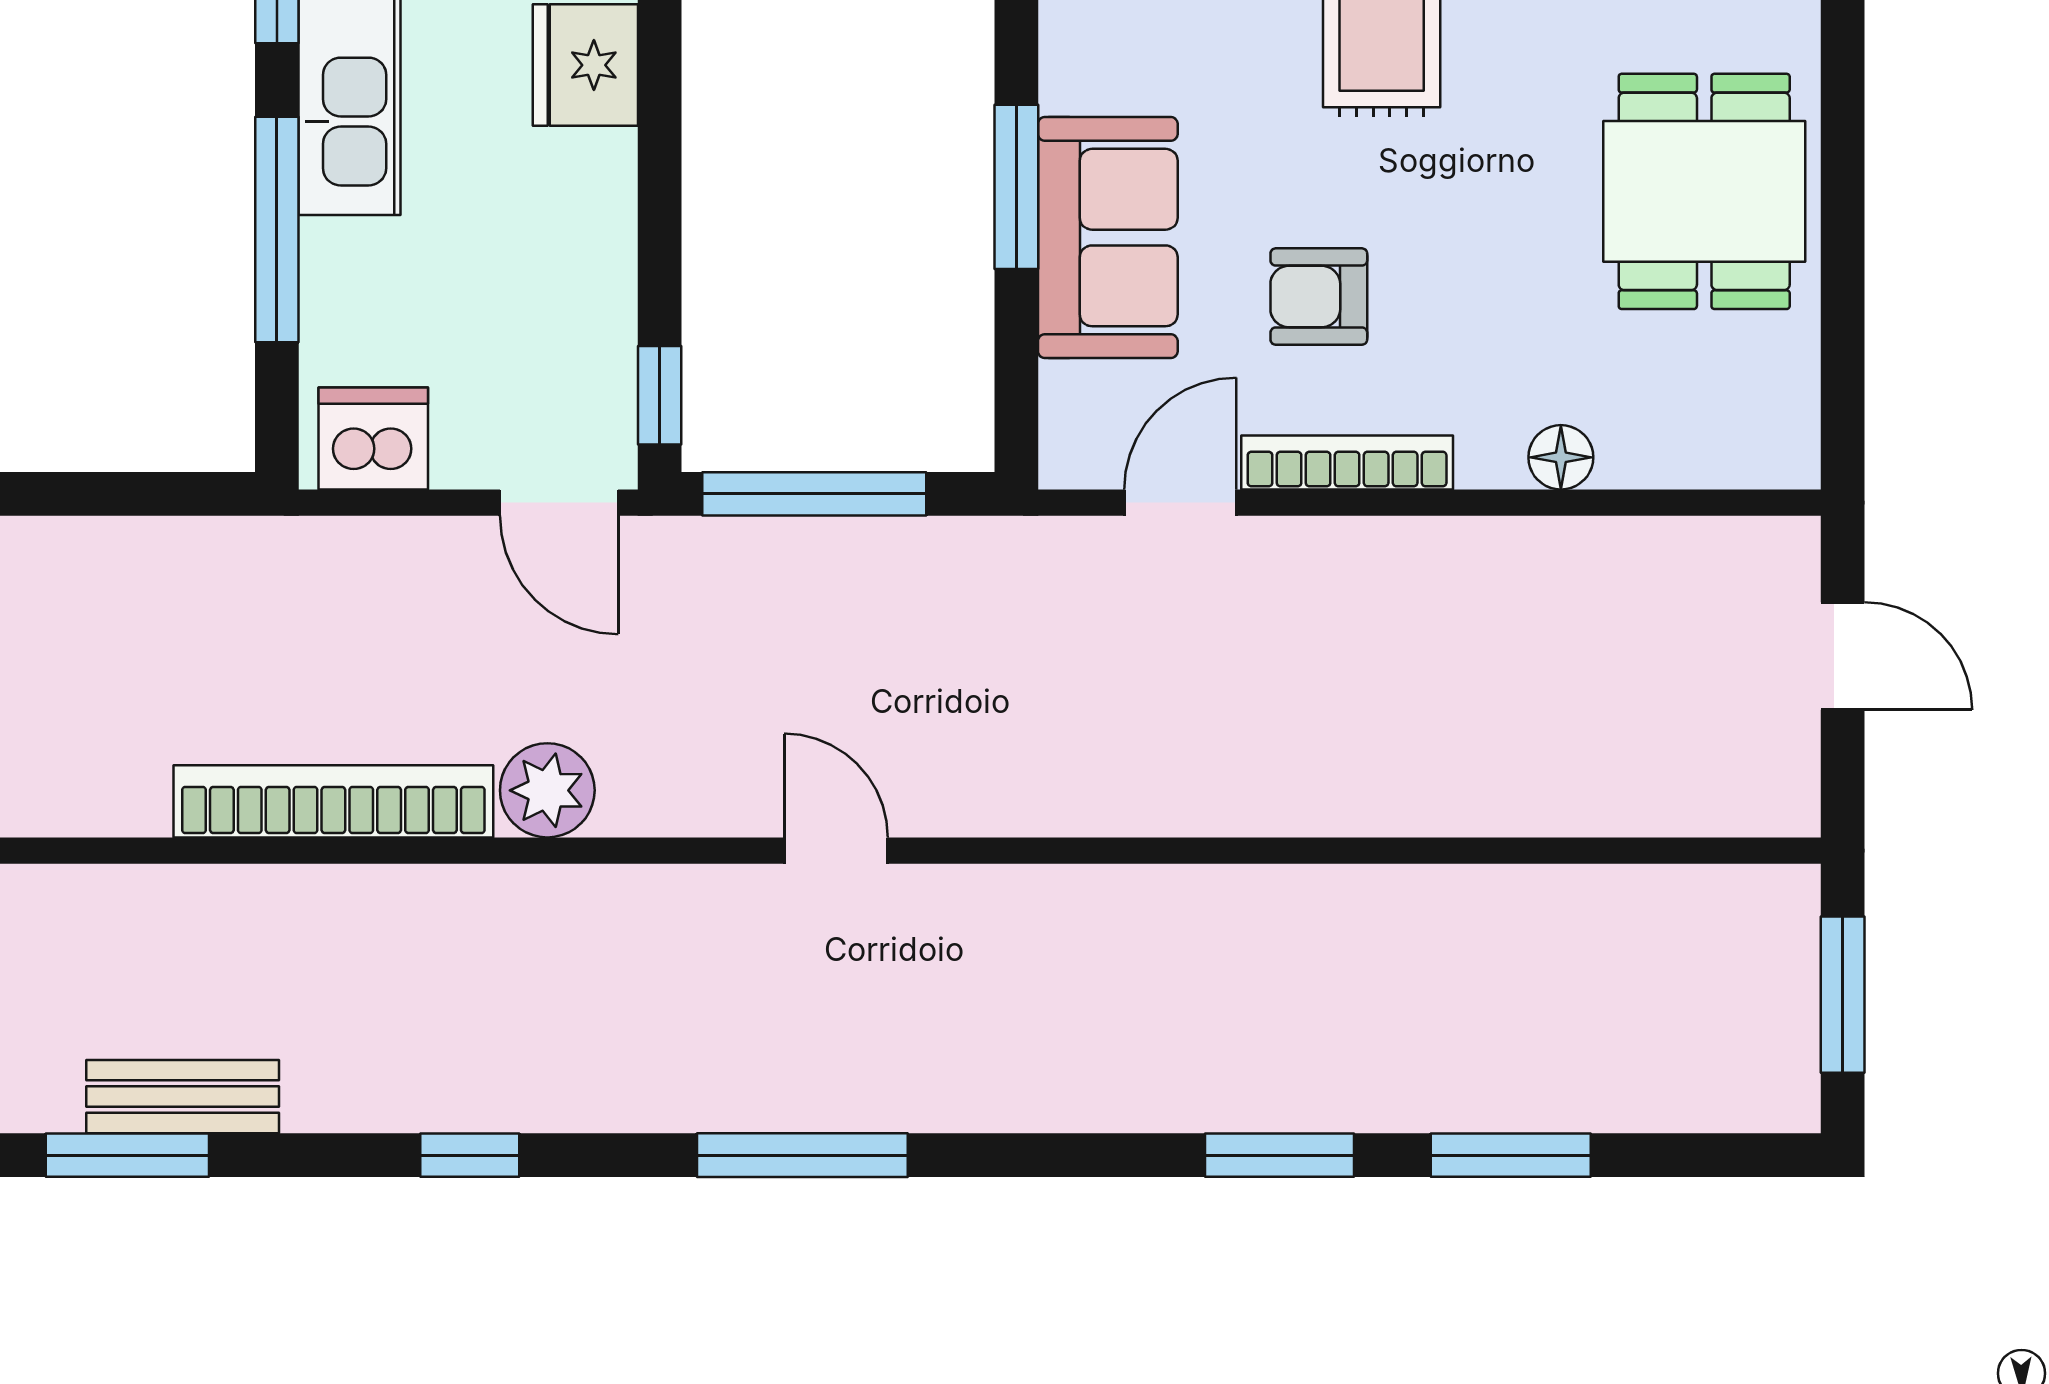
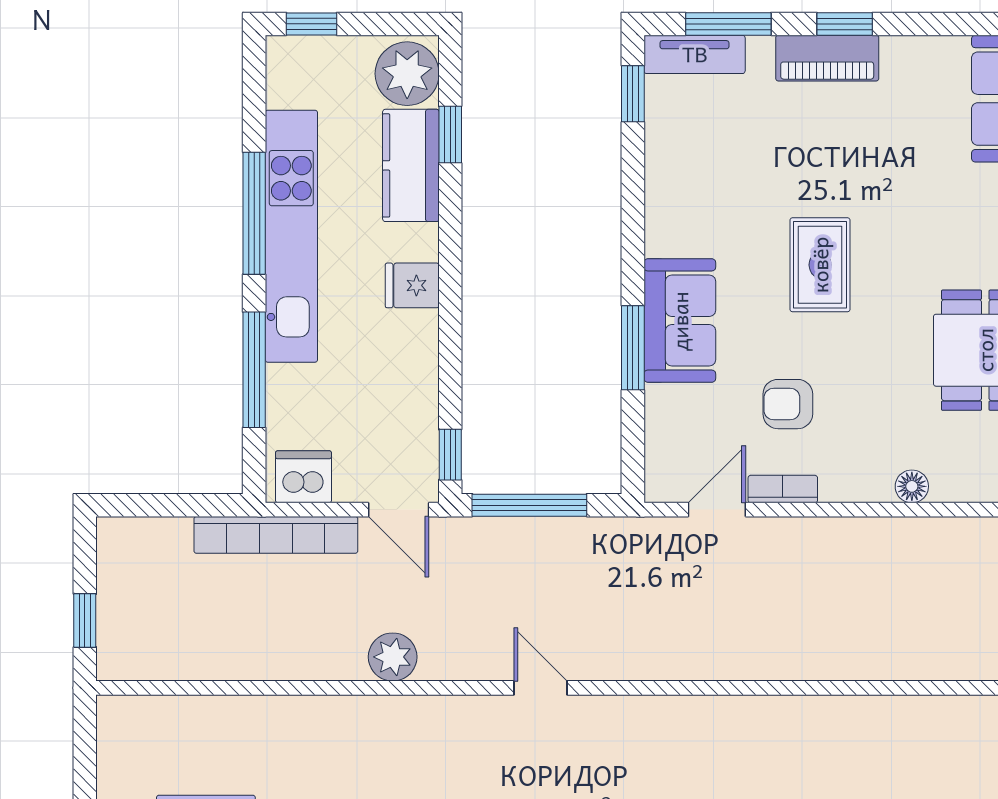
fridge: (585, 65) -> (412, 285), width x0.72
sofa: (1108, 238) -> (680, 321), moved
bookcase: (1347, 463) -> (783, 489), width x0.64
bookcase: (333, 801) -> (276, 535), moved, turned 180

